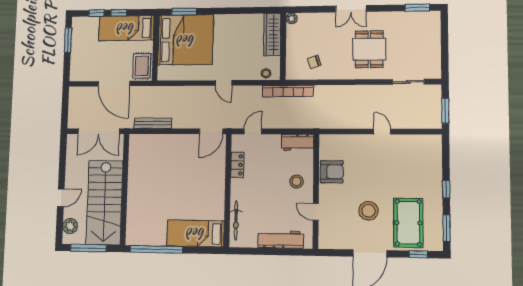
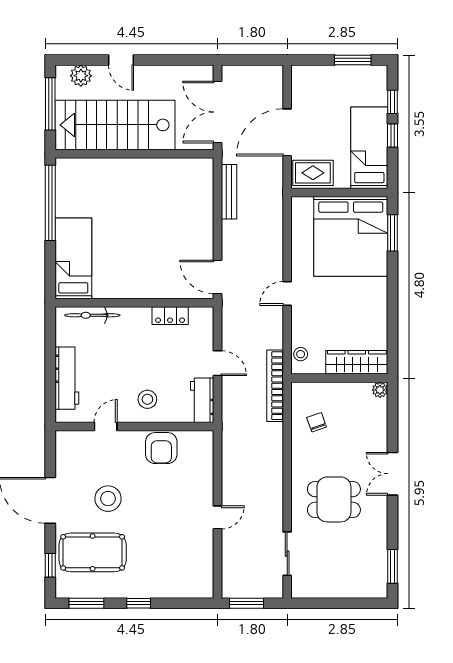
door: (253, 131) -> (218, 363), moved

